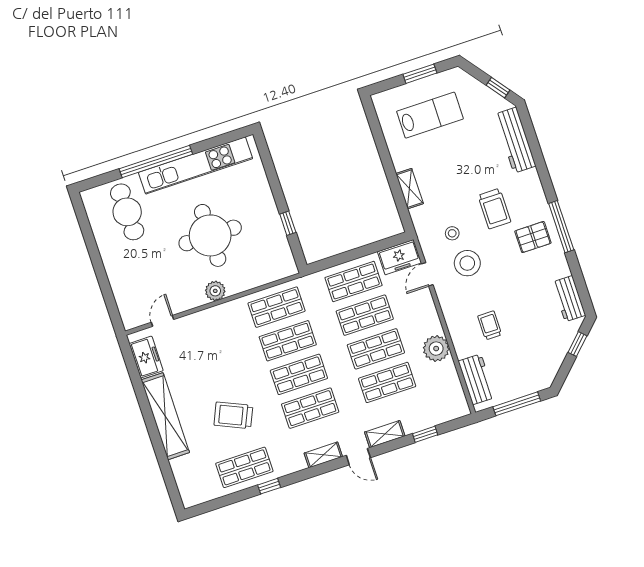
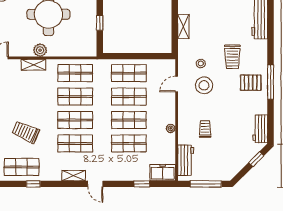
freezer: (399, 257) -> (163, 173), moved, turned 180
plant: (436, 349) -> (171, 128), width x0.53, depth x0.53
shelving: (385, 434) -> (34, 65), moved

